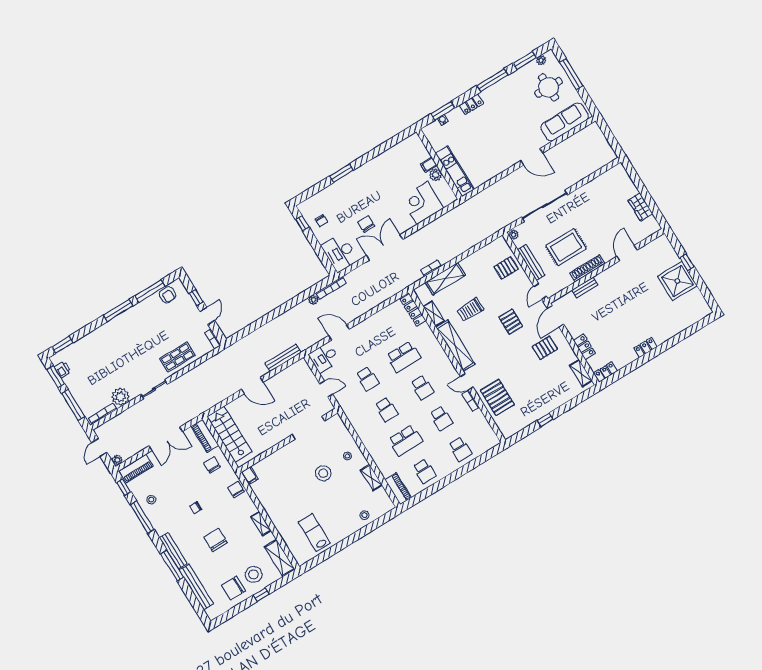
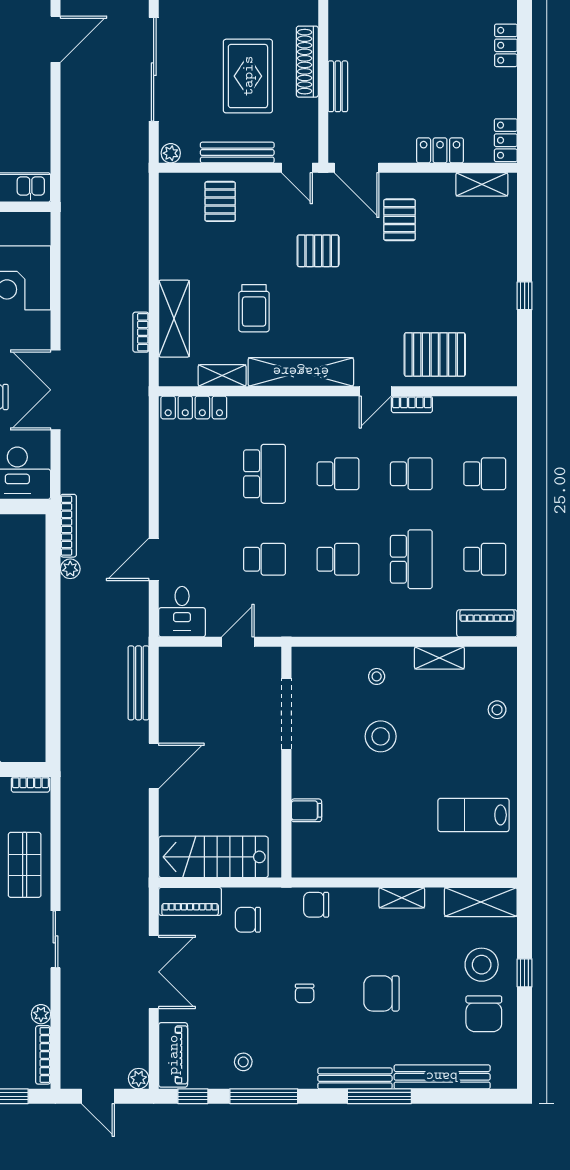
plant: (120, 397) -> (41, 1014), width x0.53, depth x0.53
filing cabinet: (250, 476) -> (306, 810), moved

